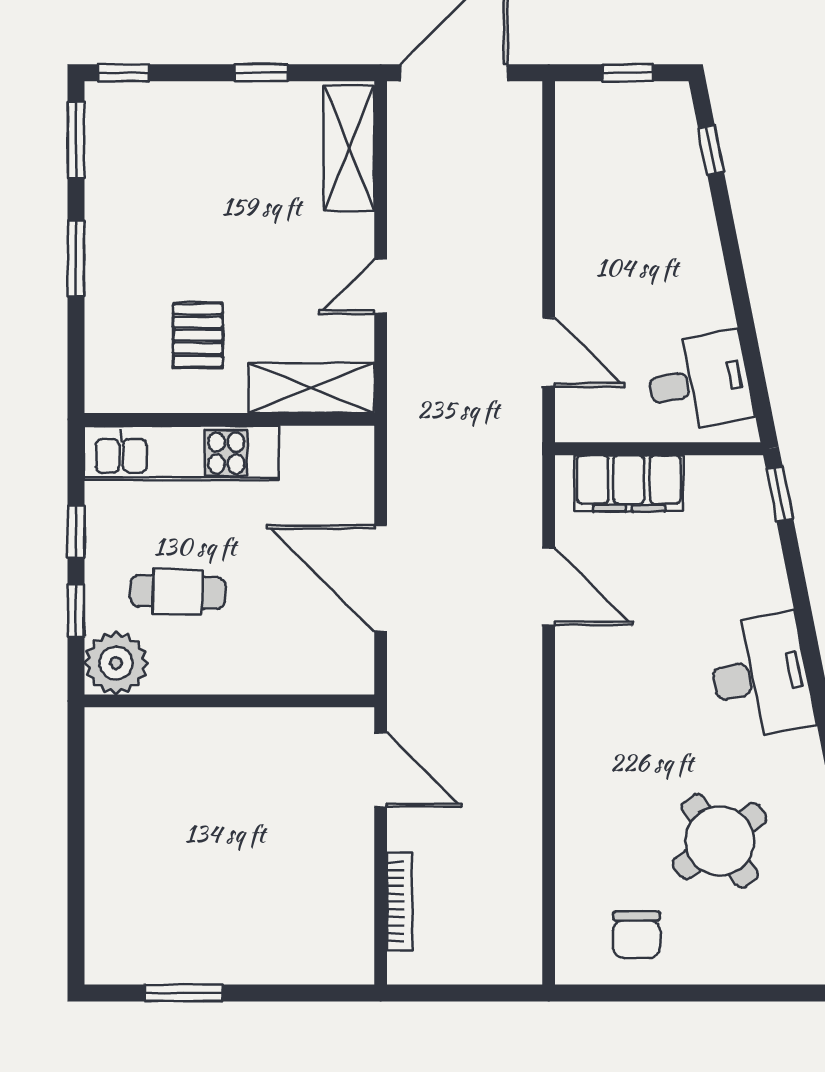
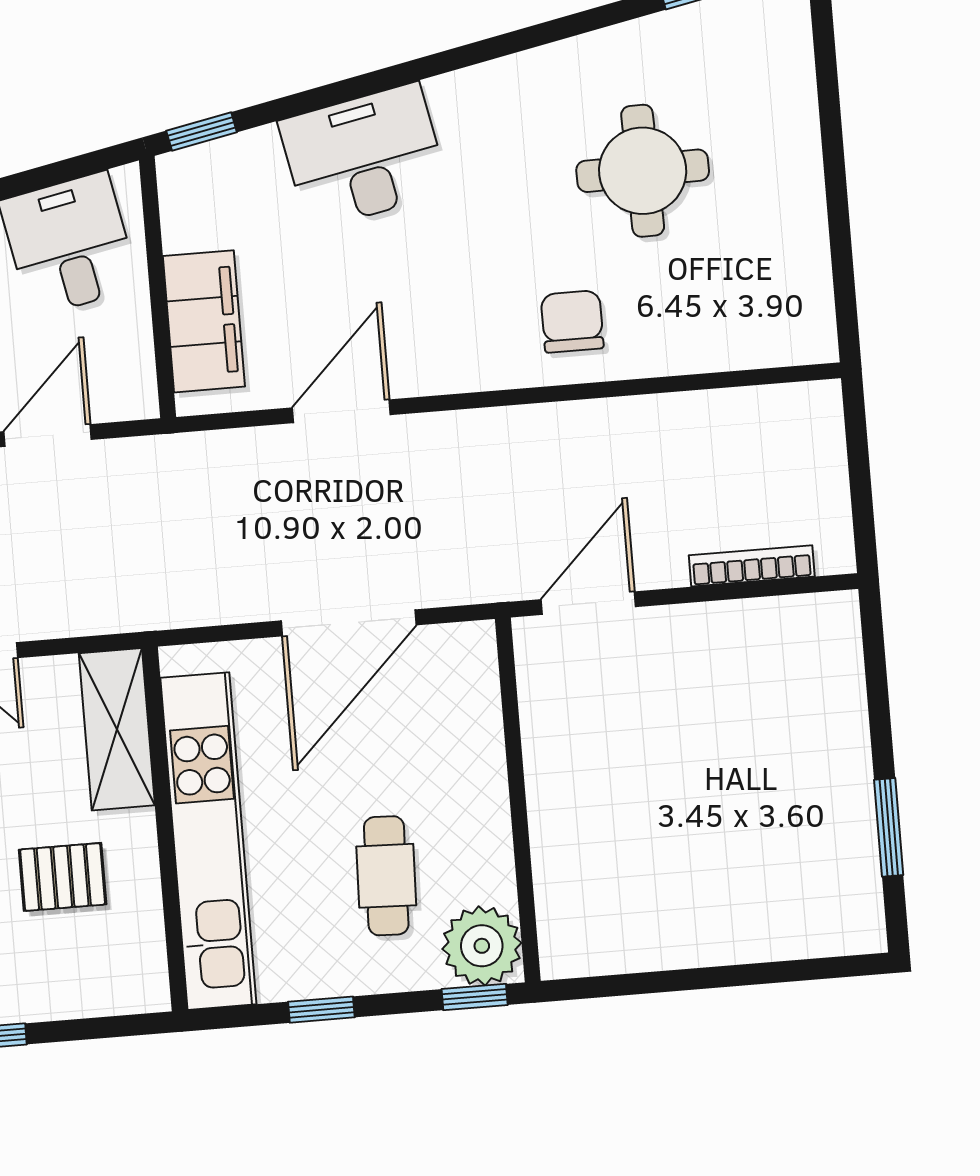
kitchen unit: (182, 453) -> (208, 841), width x1.36
window: (76, 611) -> (475, 997), moved
desk: (760, 676) -> (364, 156), moved
round table: (720, 841) -> (643, 171), turned 35
chair: (636, 935) -> (572, 321), moved, turned -90

